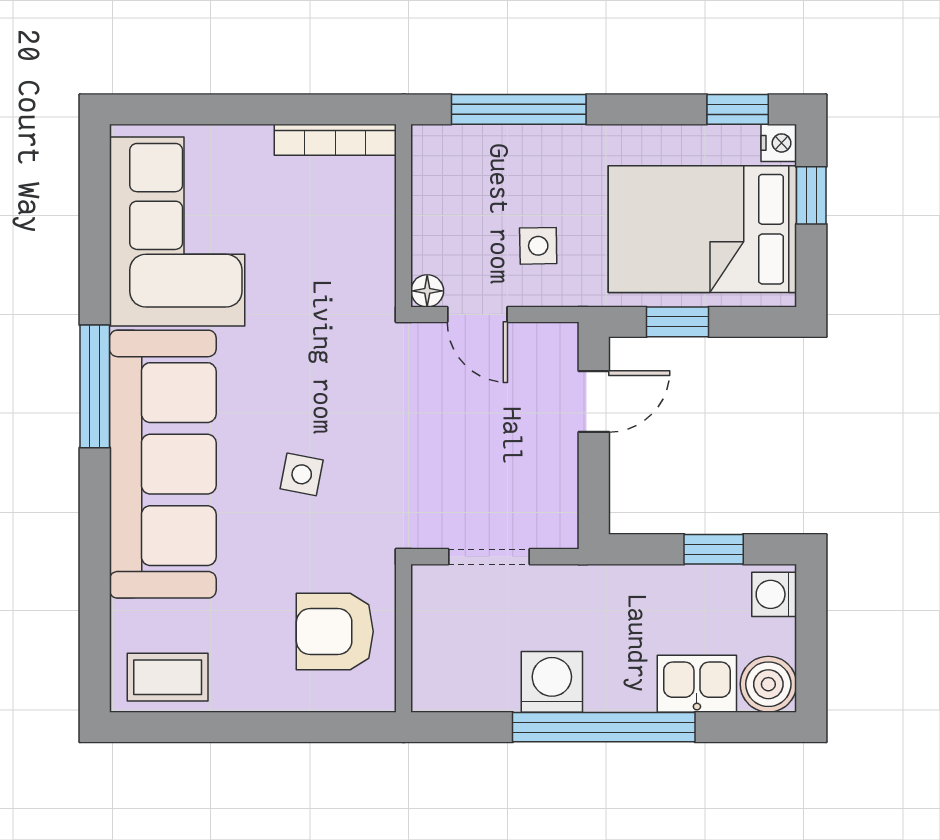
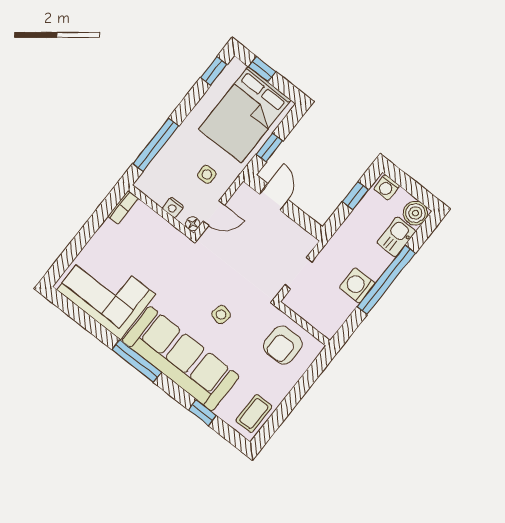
bookcase: (335, 140) -> (123, 207), width x0.64
nightstand: (779, 143) -> (173, 207), moved, turned 180
window: (95, 582) -> (202, 413), added

